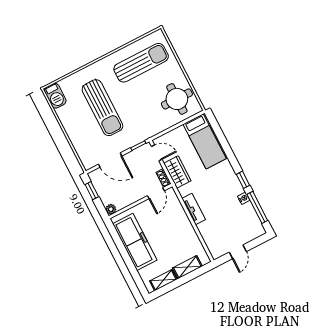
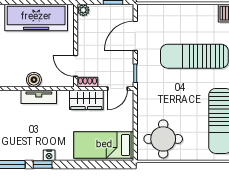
nightstand: (244, 198) -> (49, 155), moved
boiler: (183, 219) -> (34, 80), added

